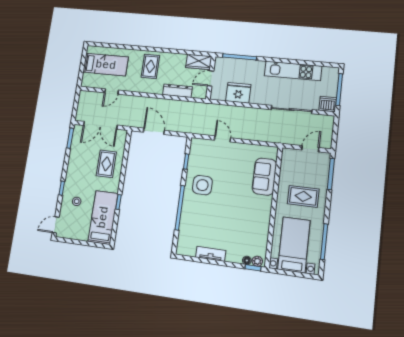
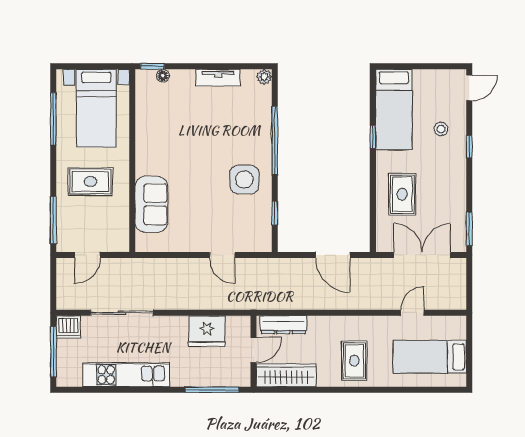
wardrobe: (199, 62) -> (286, 375), width x1.50
dresser: (177, 91) -> (283, 325), moved
plant: (257, 261) -> (264, 77), moved

